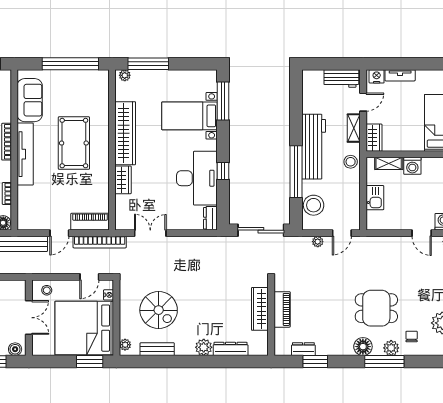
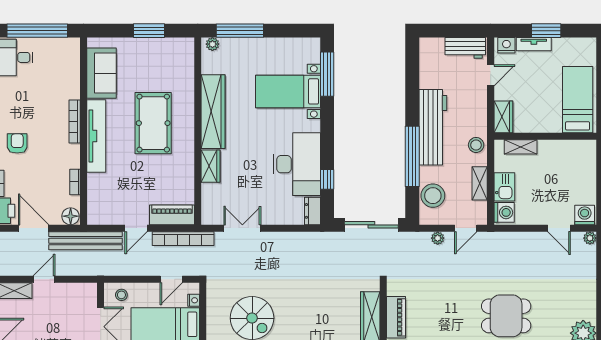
window: (70, 64) -> (149, 31), width x0.47
window: (411, 64) -> (546, 31), added
shelving: (354, 128) -> (480, 183), moved
washing machine: (412, 166) -> (504, 212), moved, turned -90
window: (223, 171) -> (327, 179), moved

